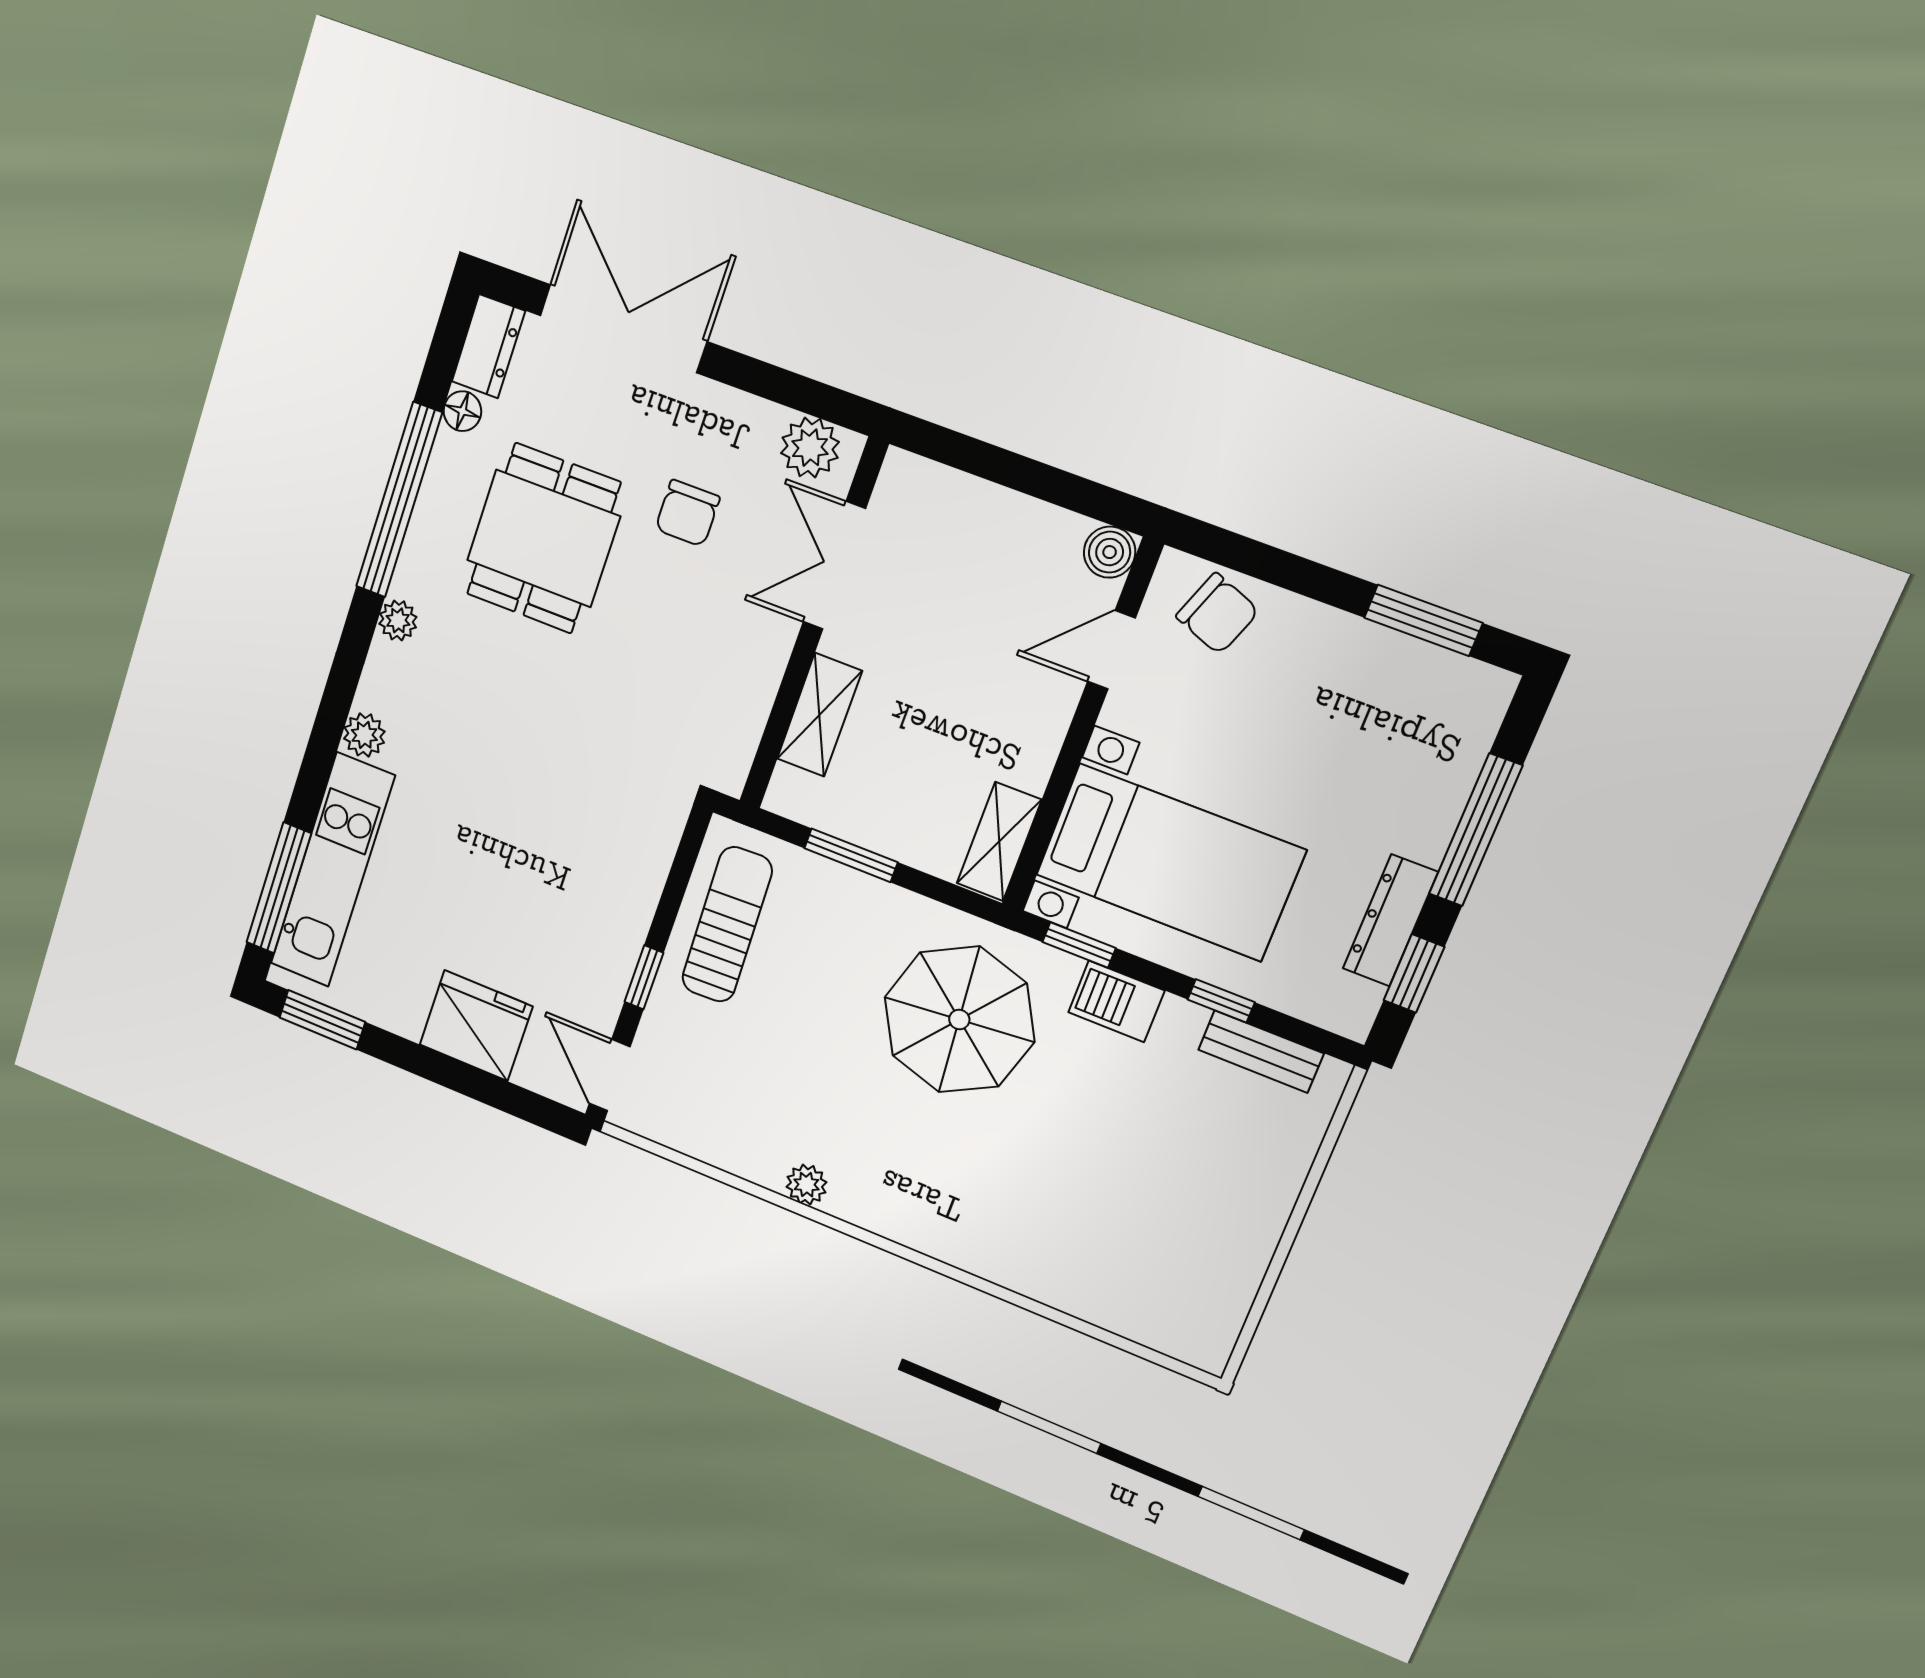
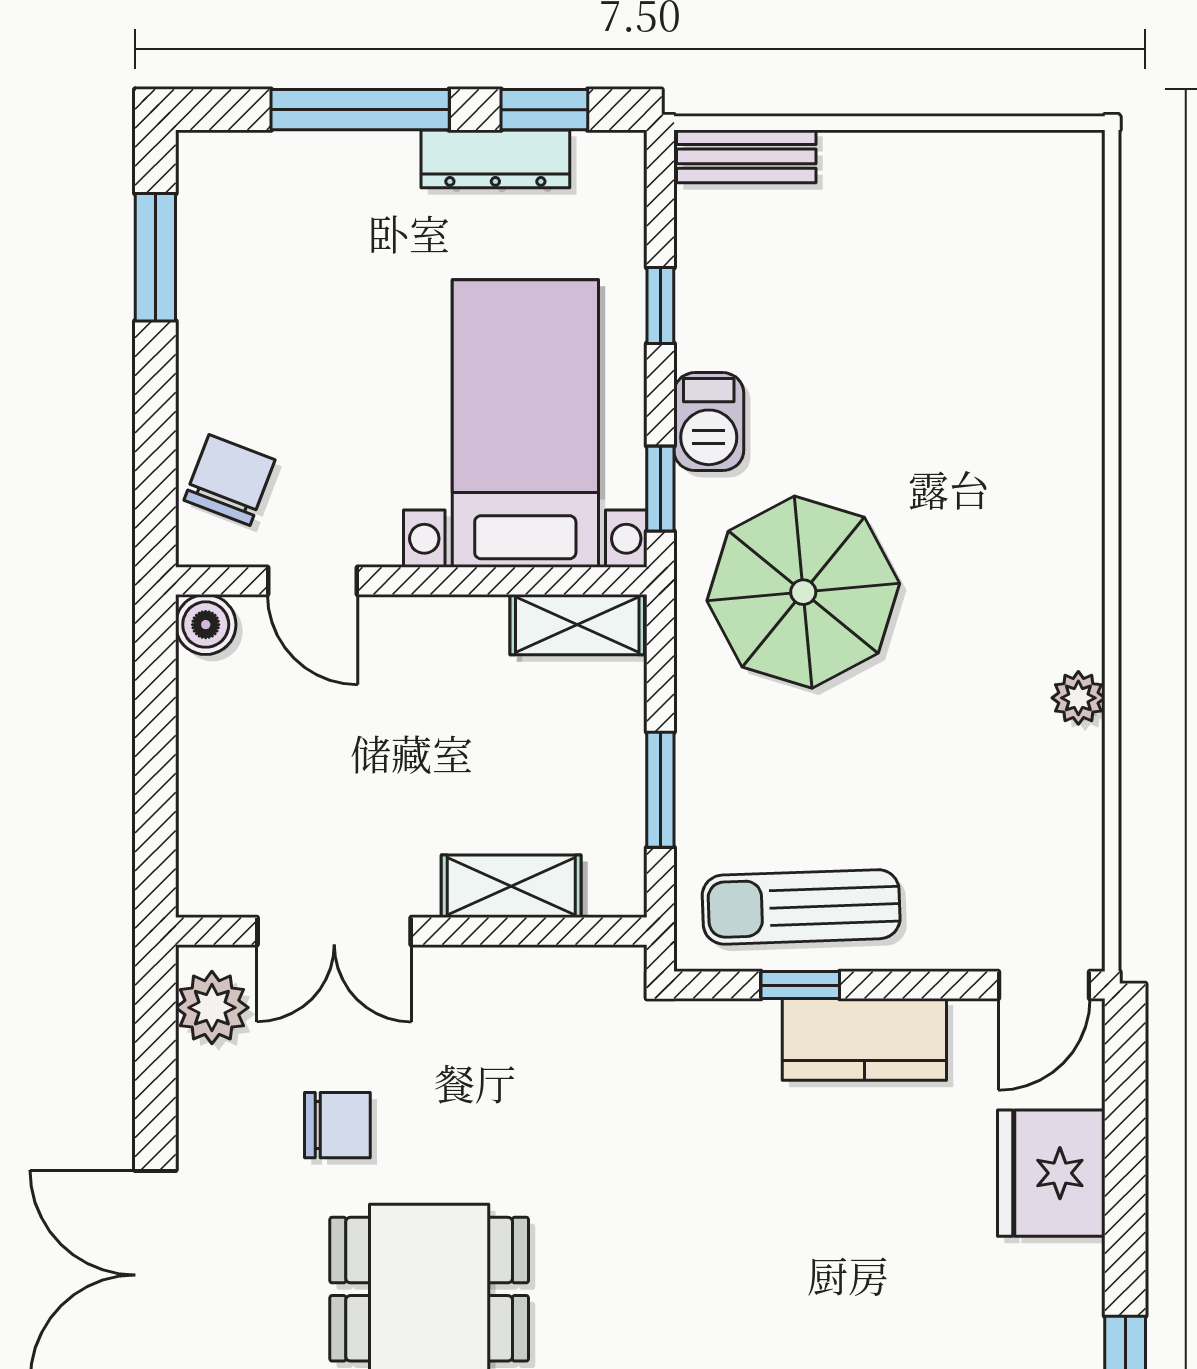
kitchen counter: (615, 932) -> (864, 1039), added
window: (644, 977) -> (800, 985), moved
bench: (1261, 1052) -> (746, 156), moved, turned 90

